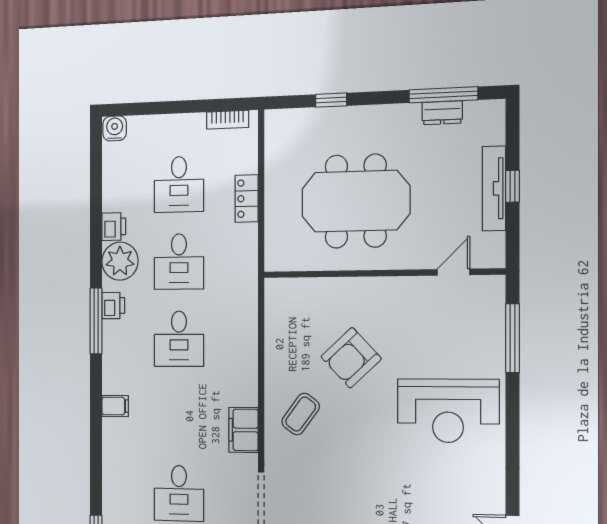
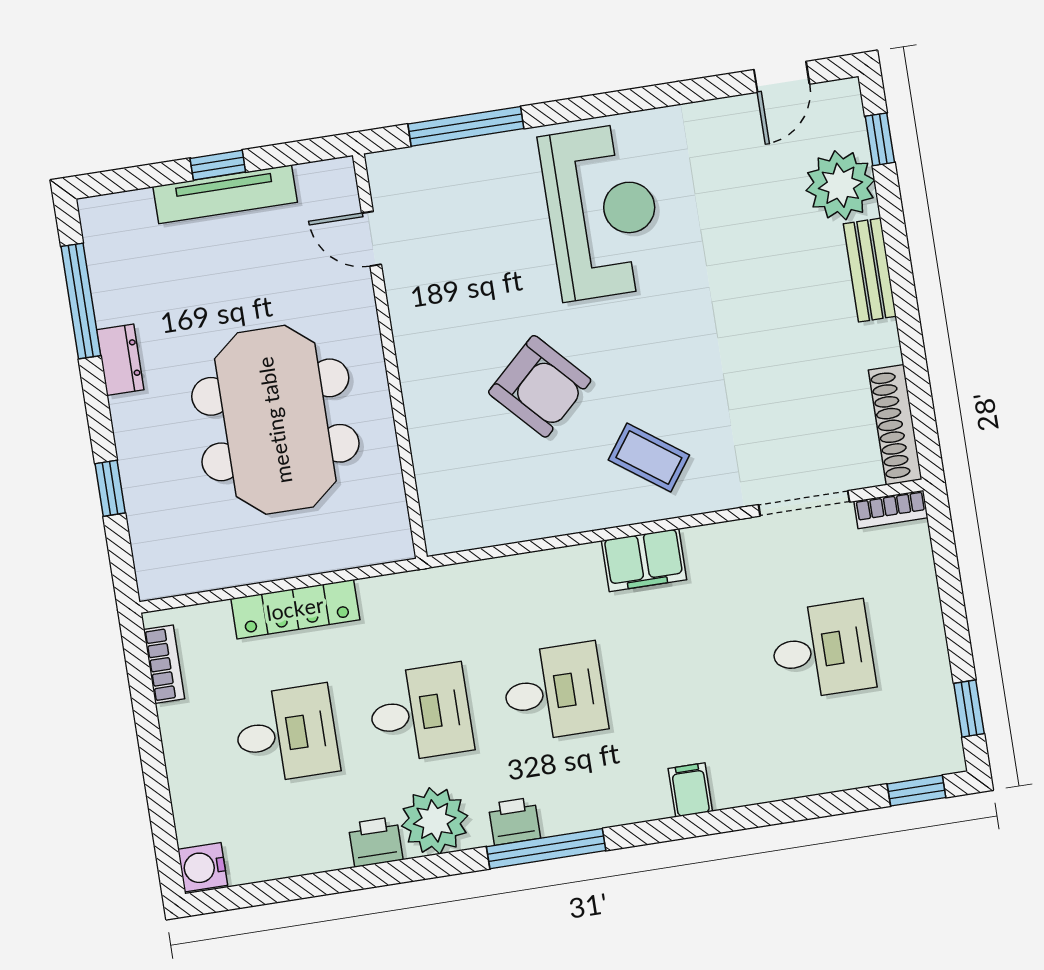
dresser: (442, 113) -> (120, 360), moved
locker: (247, 199) -> (295, 609), width x1.53
filing cabinet: (244, 430) -> (644, 560), moved

